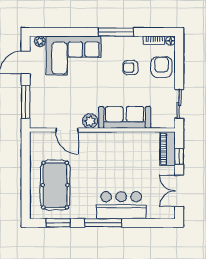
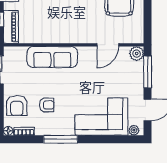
plant: (90, 121) -> (137, 54), moved
door: (67, 130) -> (108, 45), swing flipped

